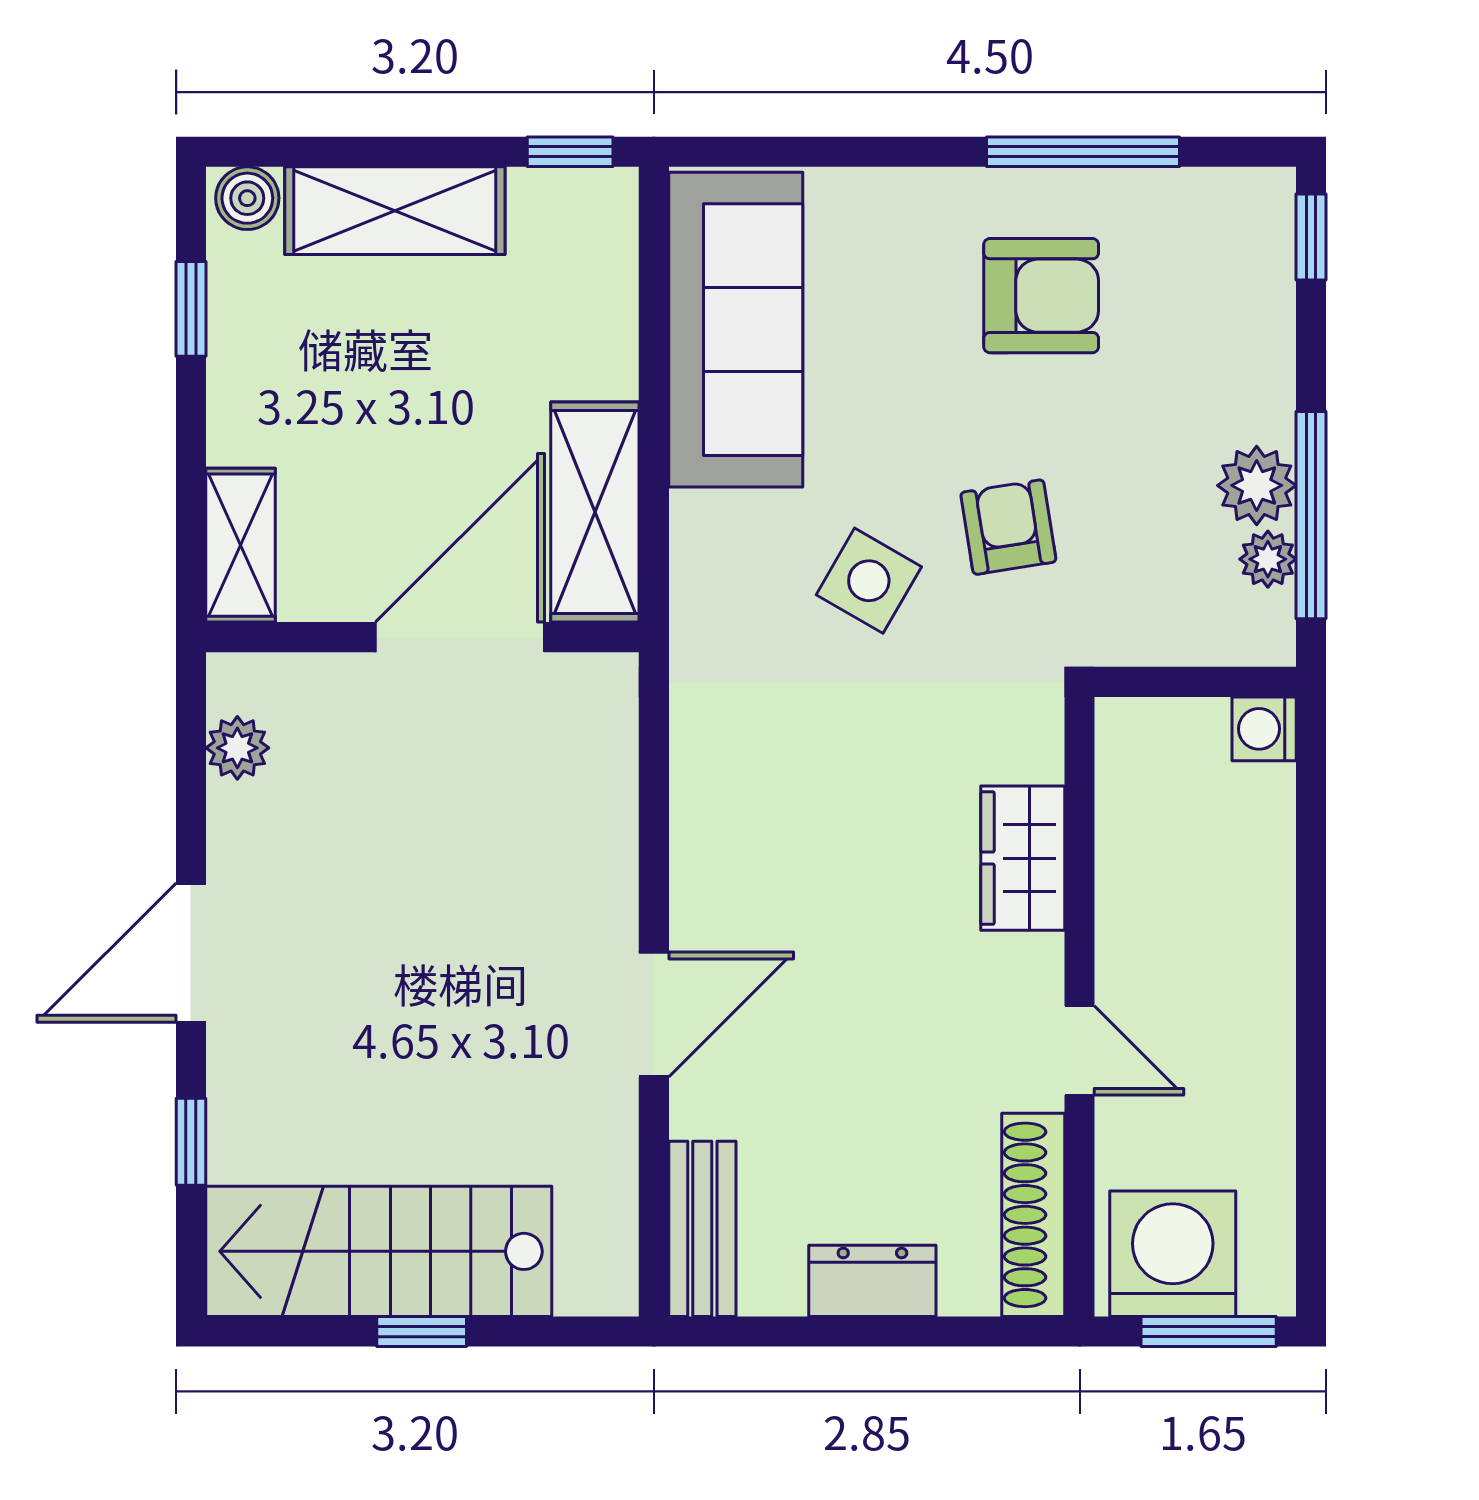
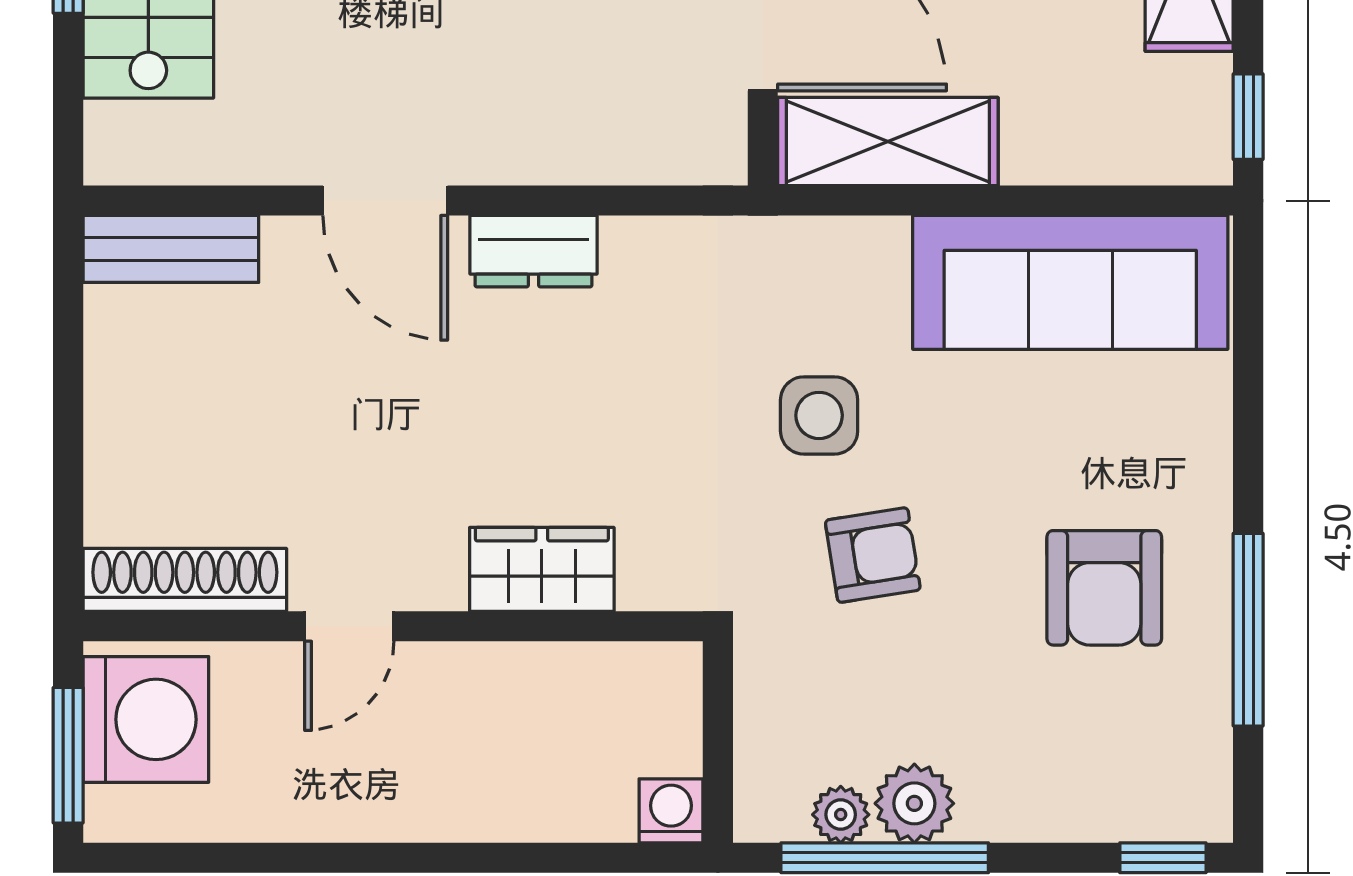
side table: (869, 581) -> (819, 415), turned -30
dresser: (872, 1281) -> (533, 251), moved, turned 90

